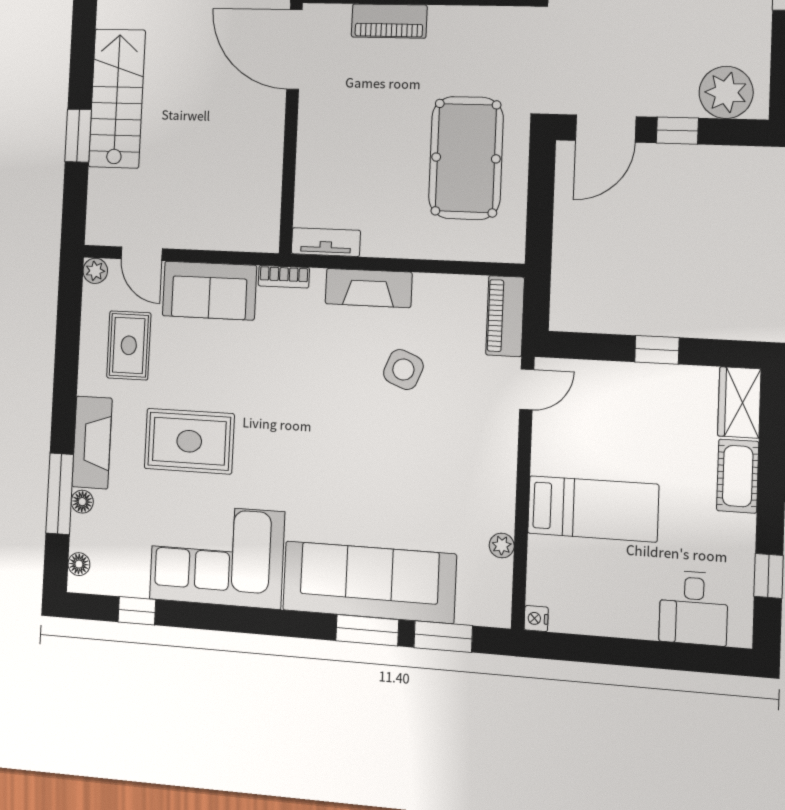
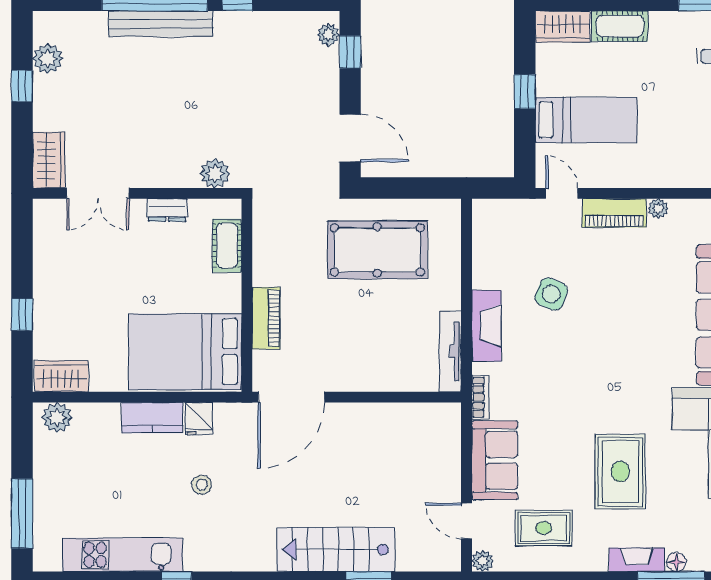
plant: (726, 92) -> (328, 35), width x0.53, depth x0.53
window: (677, 131) -> (350, 52), moved
tv unit: (326, 242) -> (450, 351), width x1.41
door: (142, 254) -> (467, 521), swing flipped
piano: (505, 316) -> (614, 213), moved
fireplace: (92, 442) -> (637, 560), width x0.73, depth x0.76
bed: (593, 509) -> (586, 120), moved, turned 90
plant: (502, 546) -> (658, 209), moved

